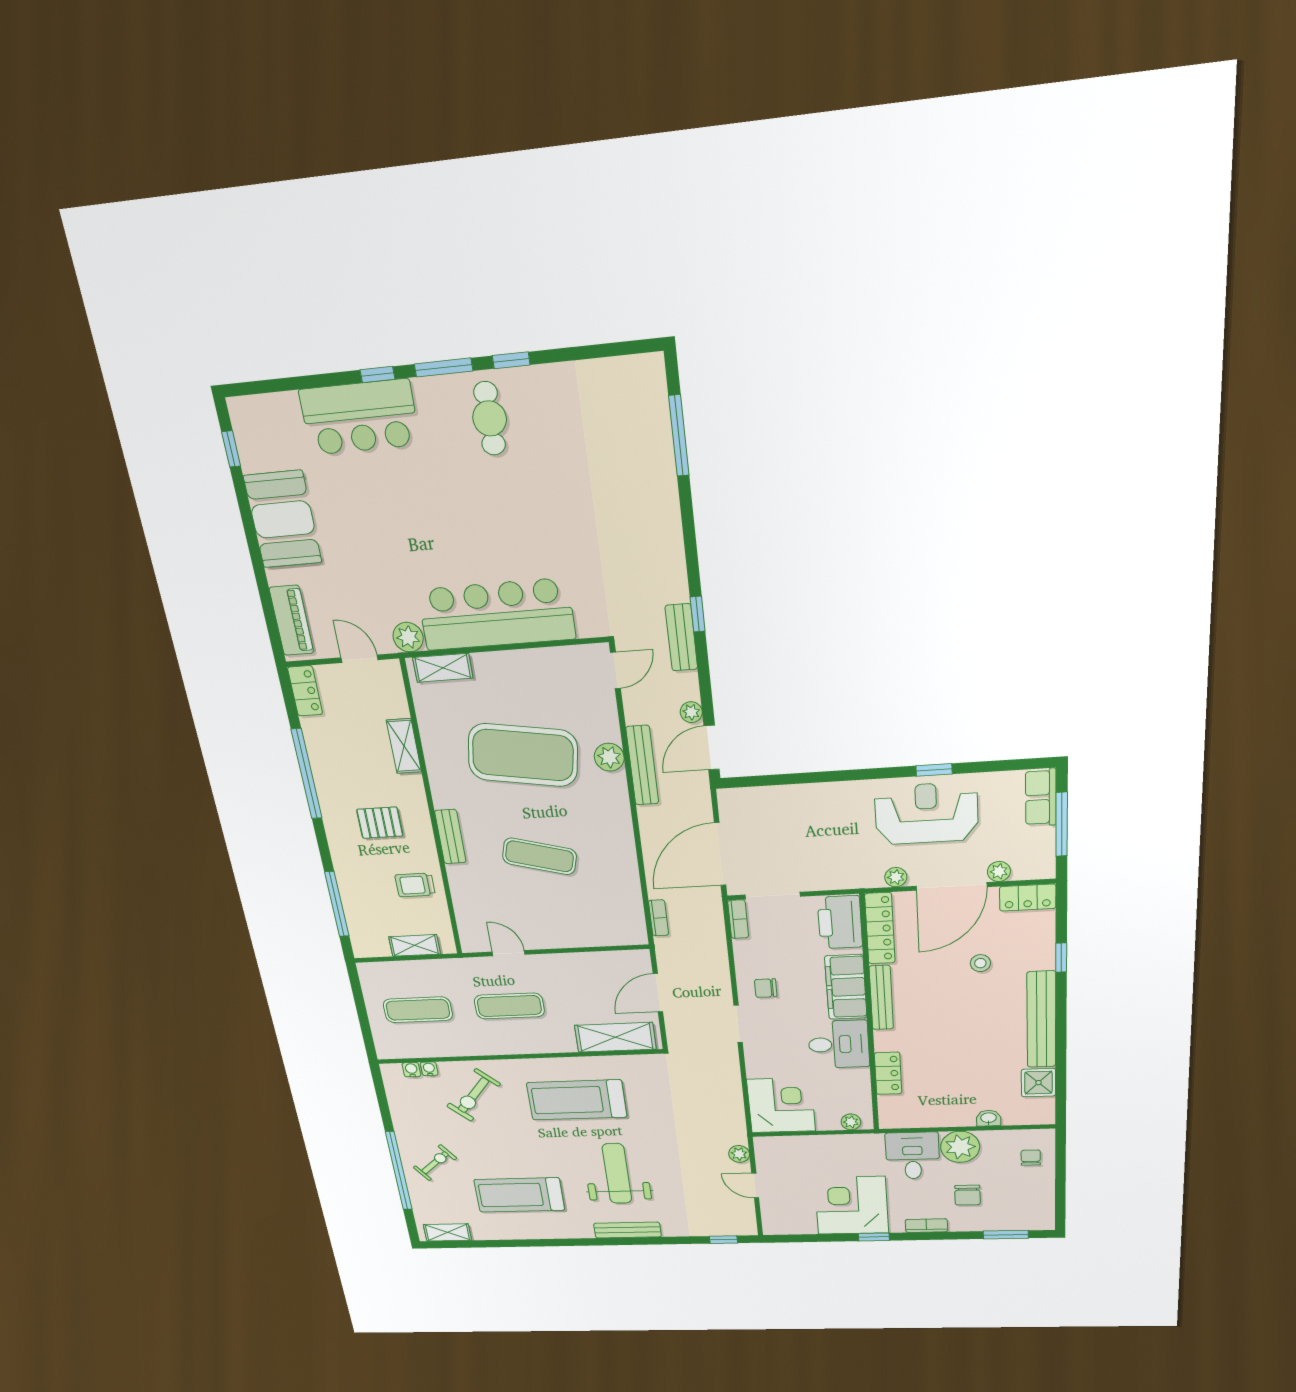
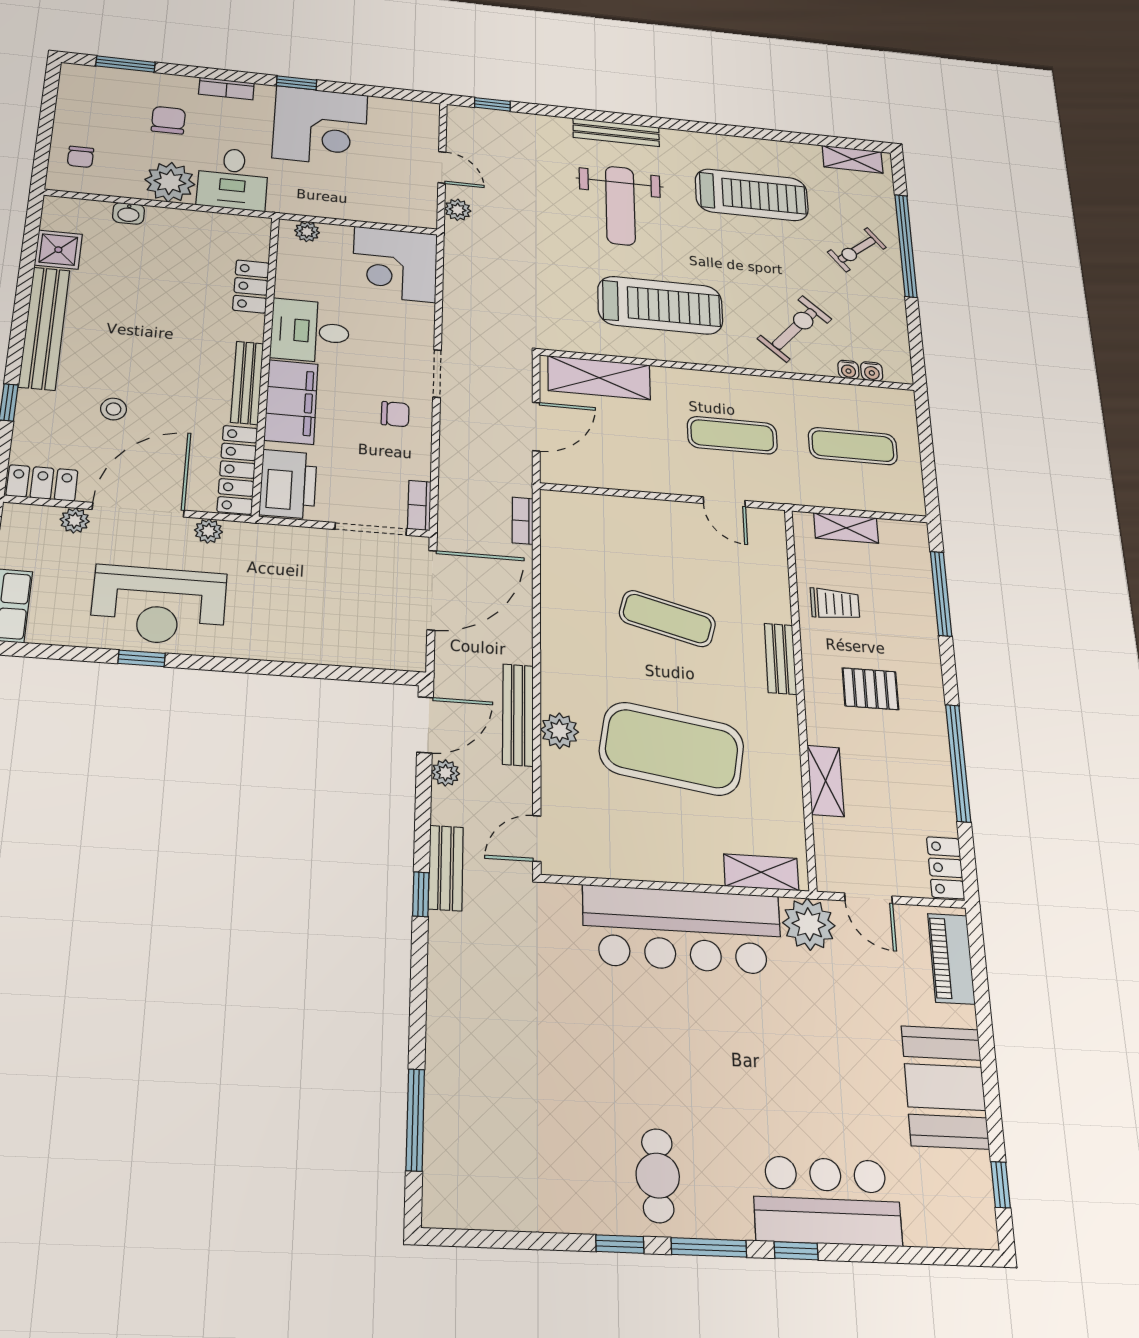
plant: (408, 637) -> (809, 924), width x1.36, depth x1.36

